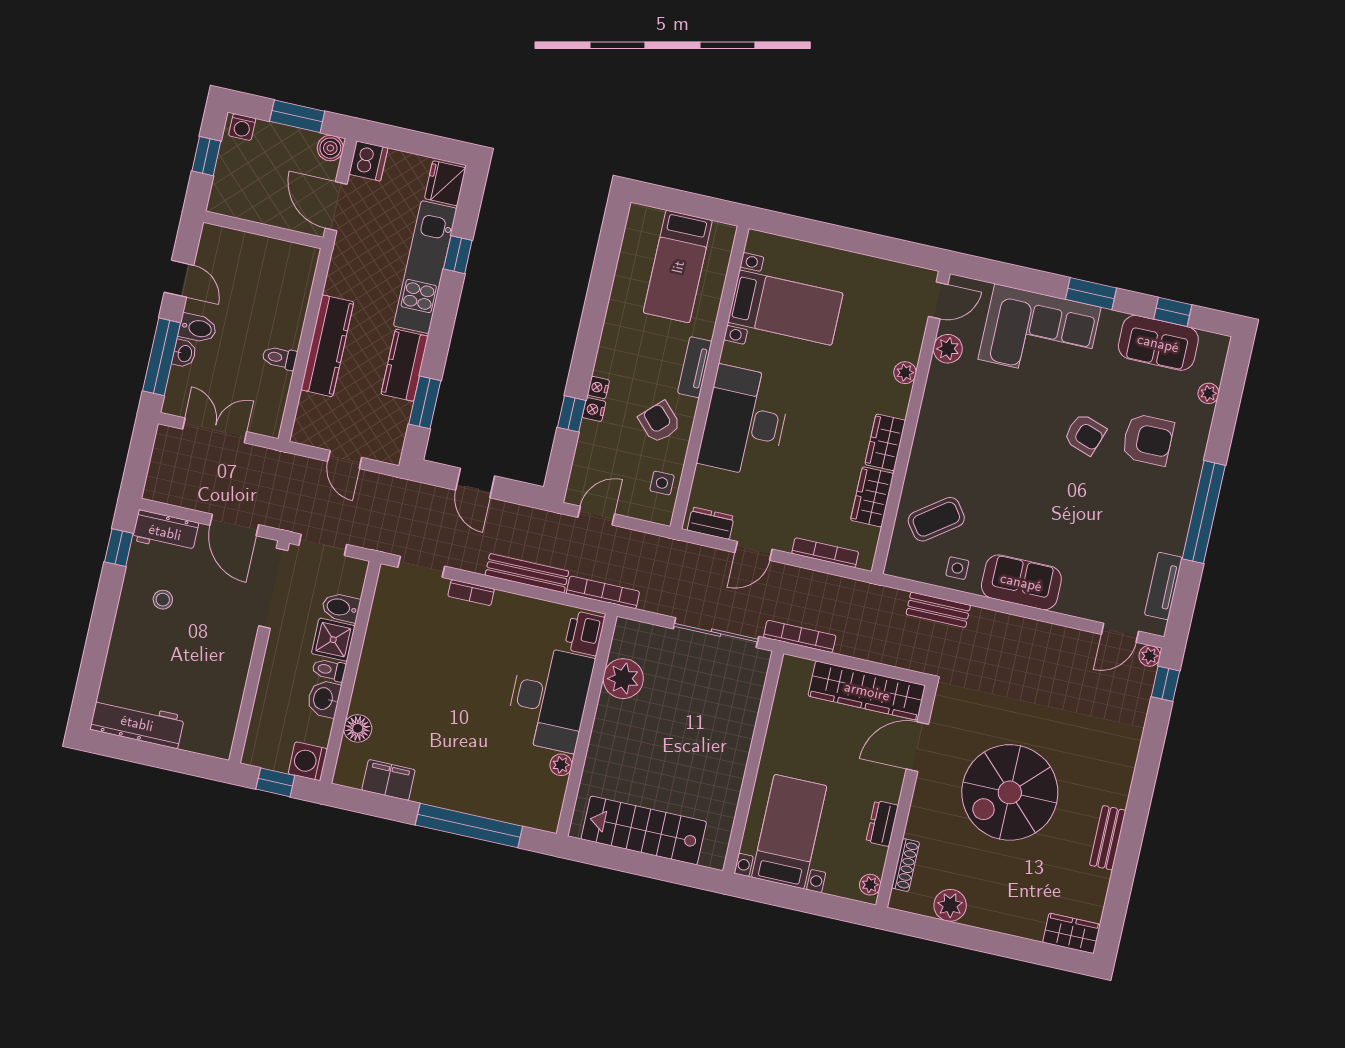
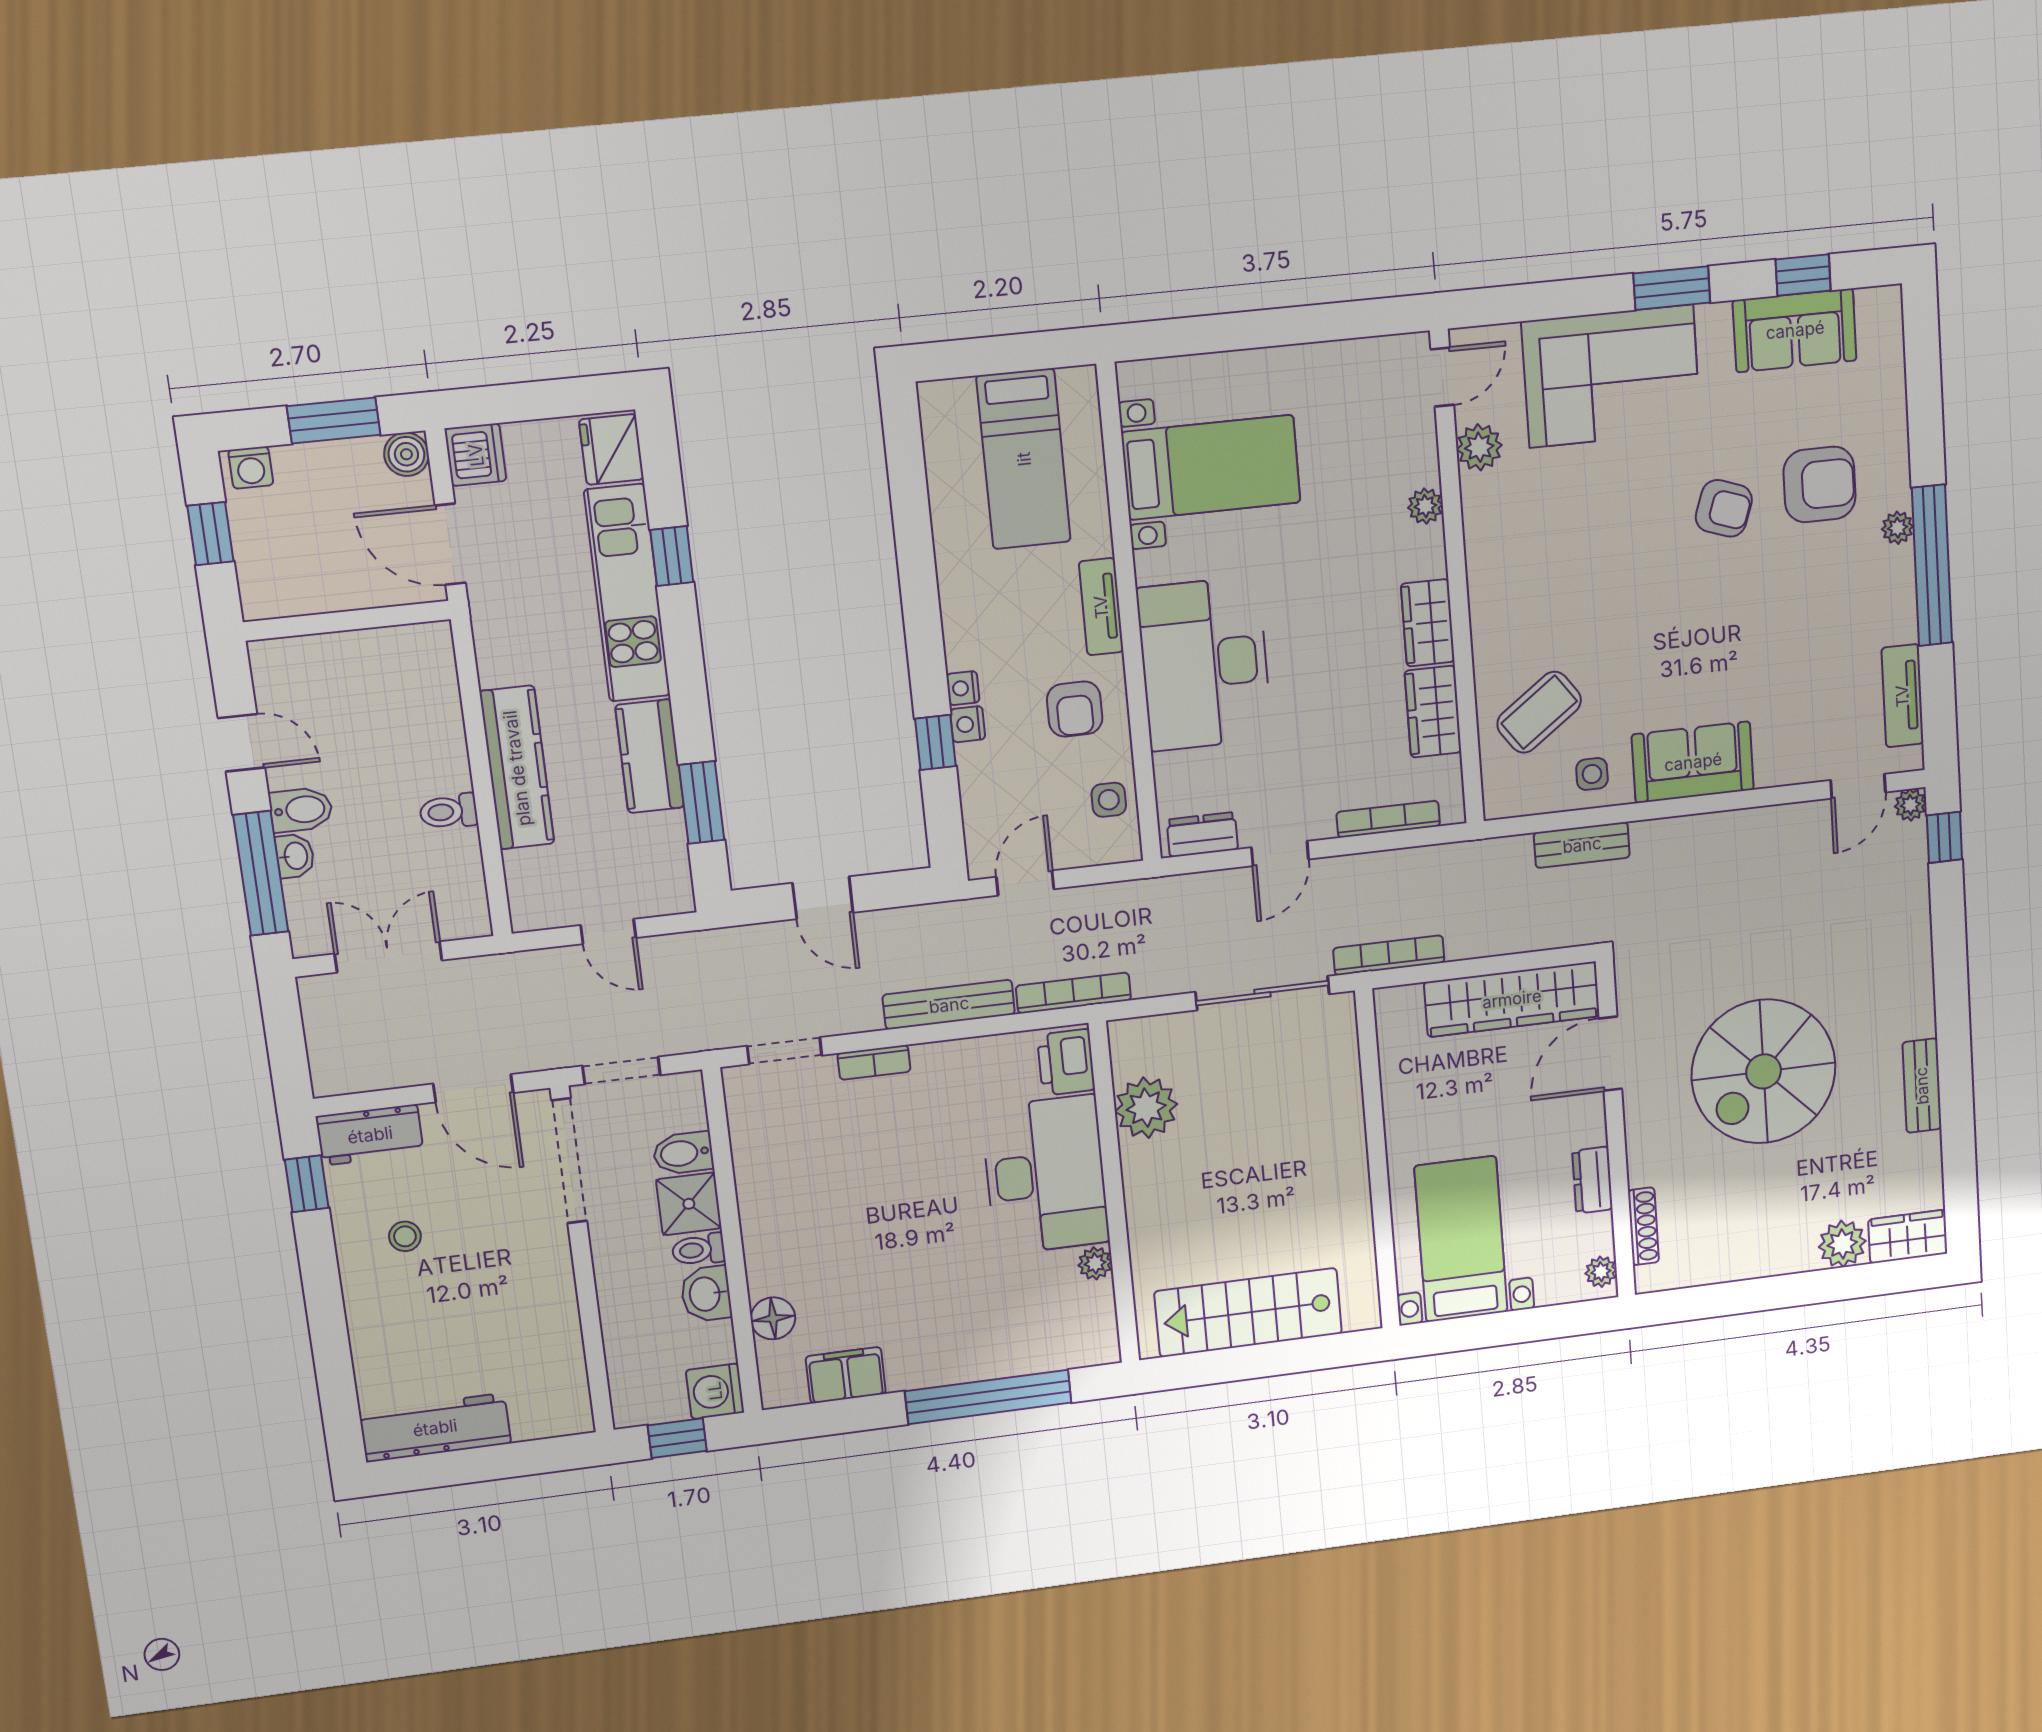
plant: (1208, 393) -> (1898, 528), moved
armchair: (659, 422) -> (1075, 709), turned -136
plant: (950, 905) -> (1842, 1244), moved

